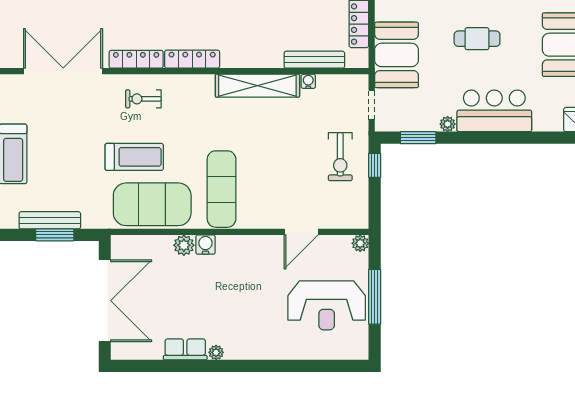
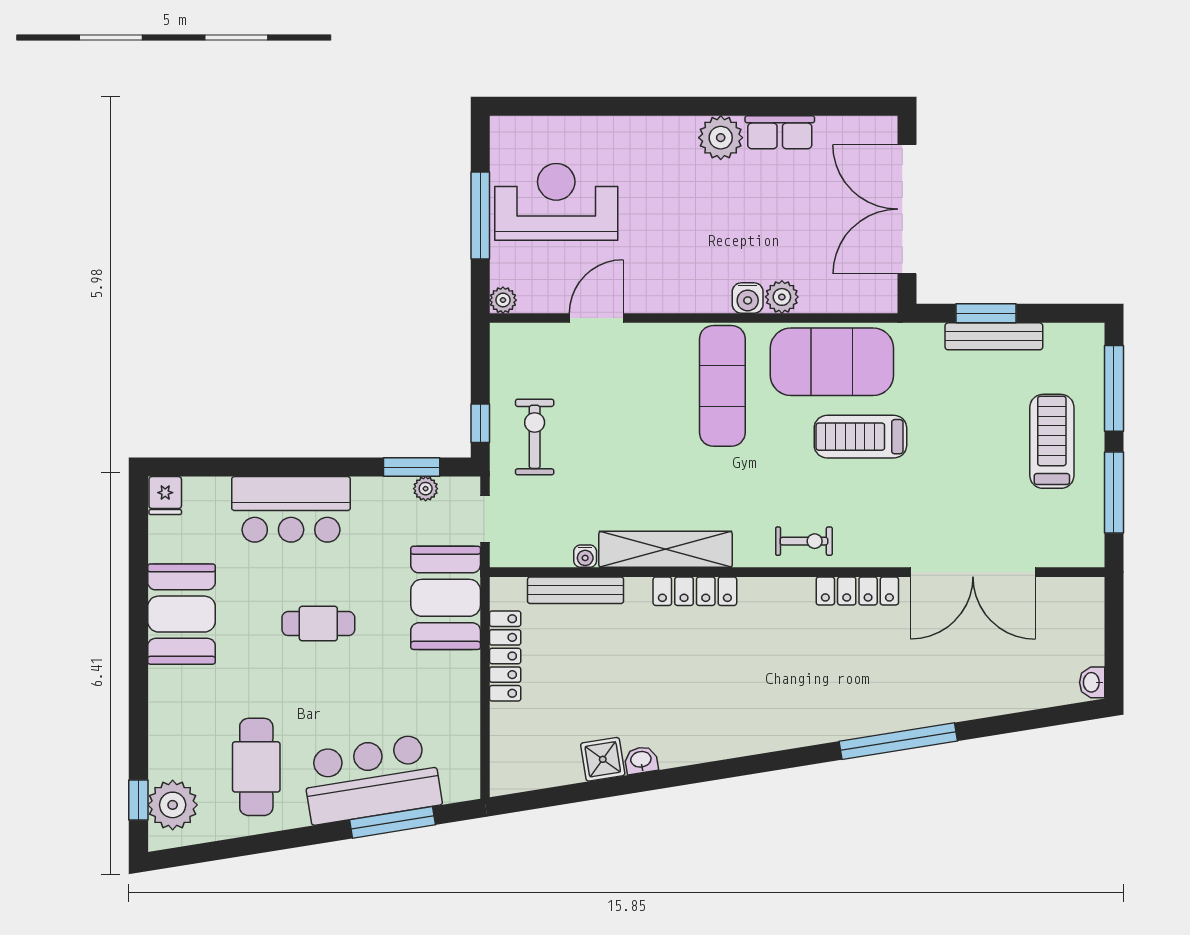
locker: (192, 59) -> (695, 591), moved
exercise bike: (143, 99) -> (804, 541), moved
plant: (448, 124) -> (426, 489), moved
plant: (216, 352) -> (721, 138), width x1.88, depth x1.88

